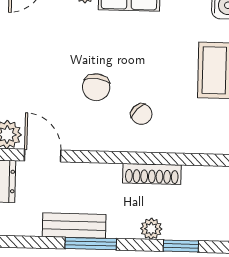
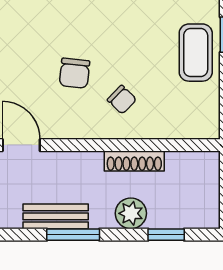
plant: (151, 229) -> (131, 213), width x1.38, depth x1.38

